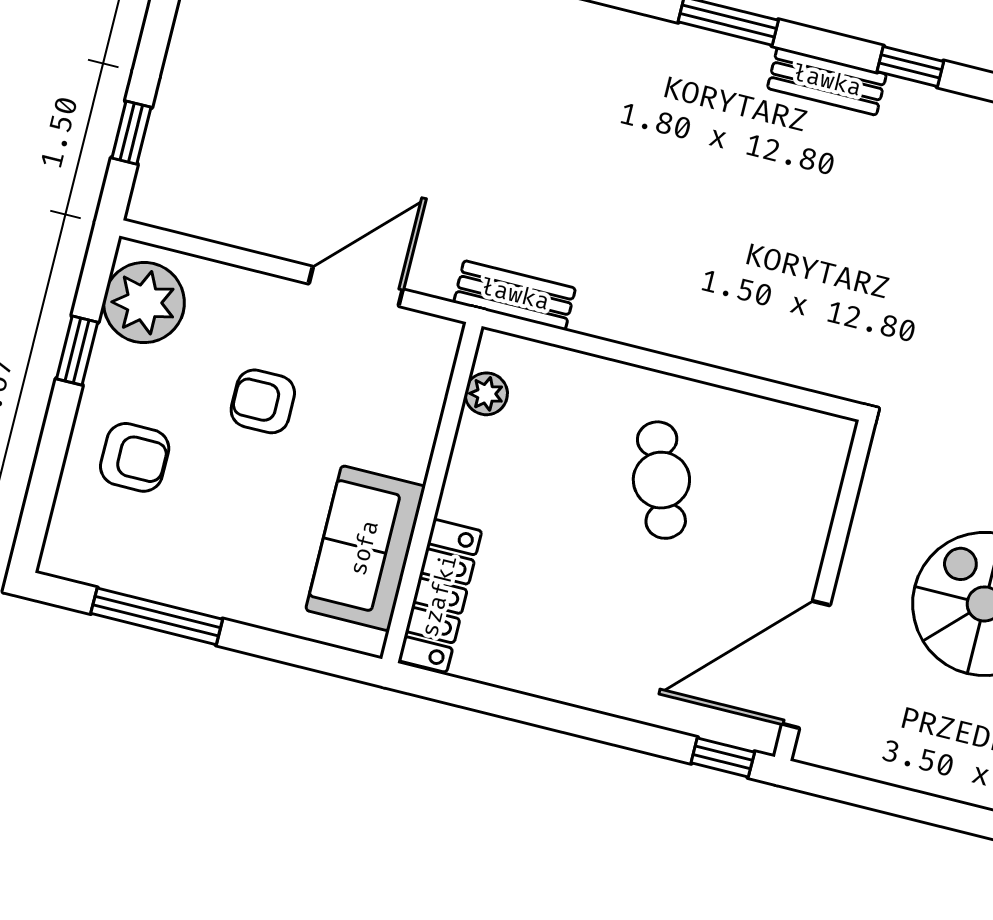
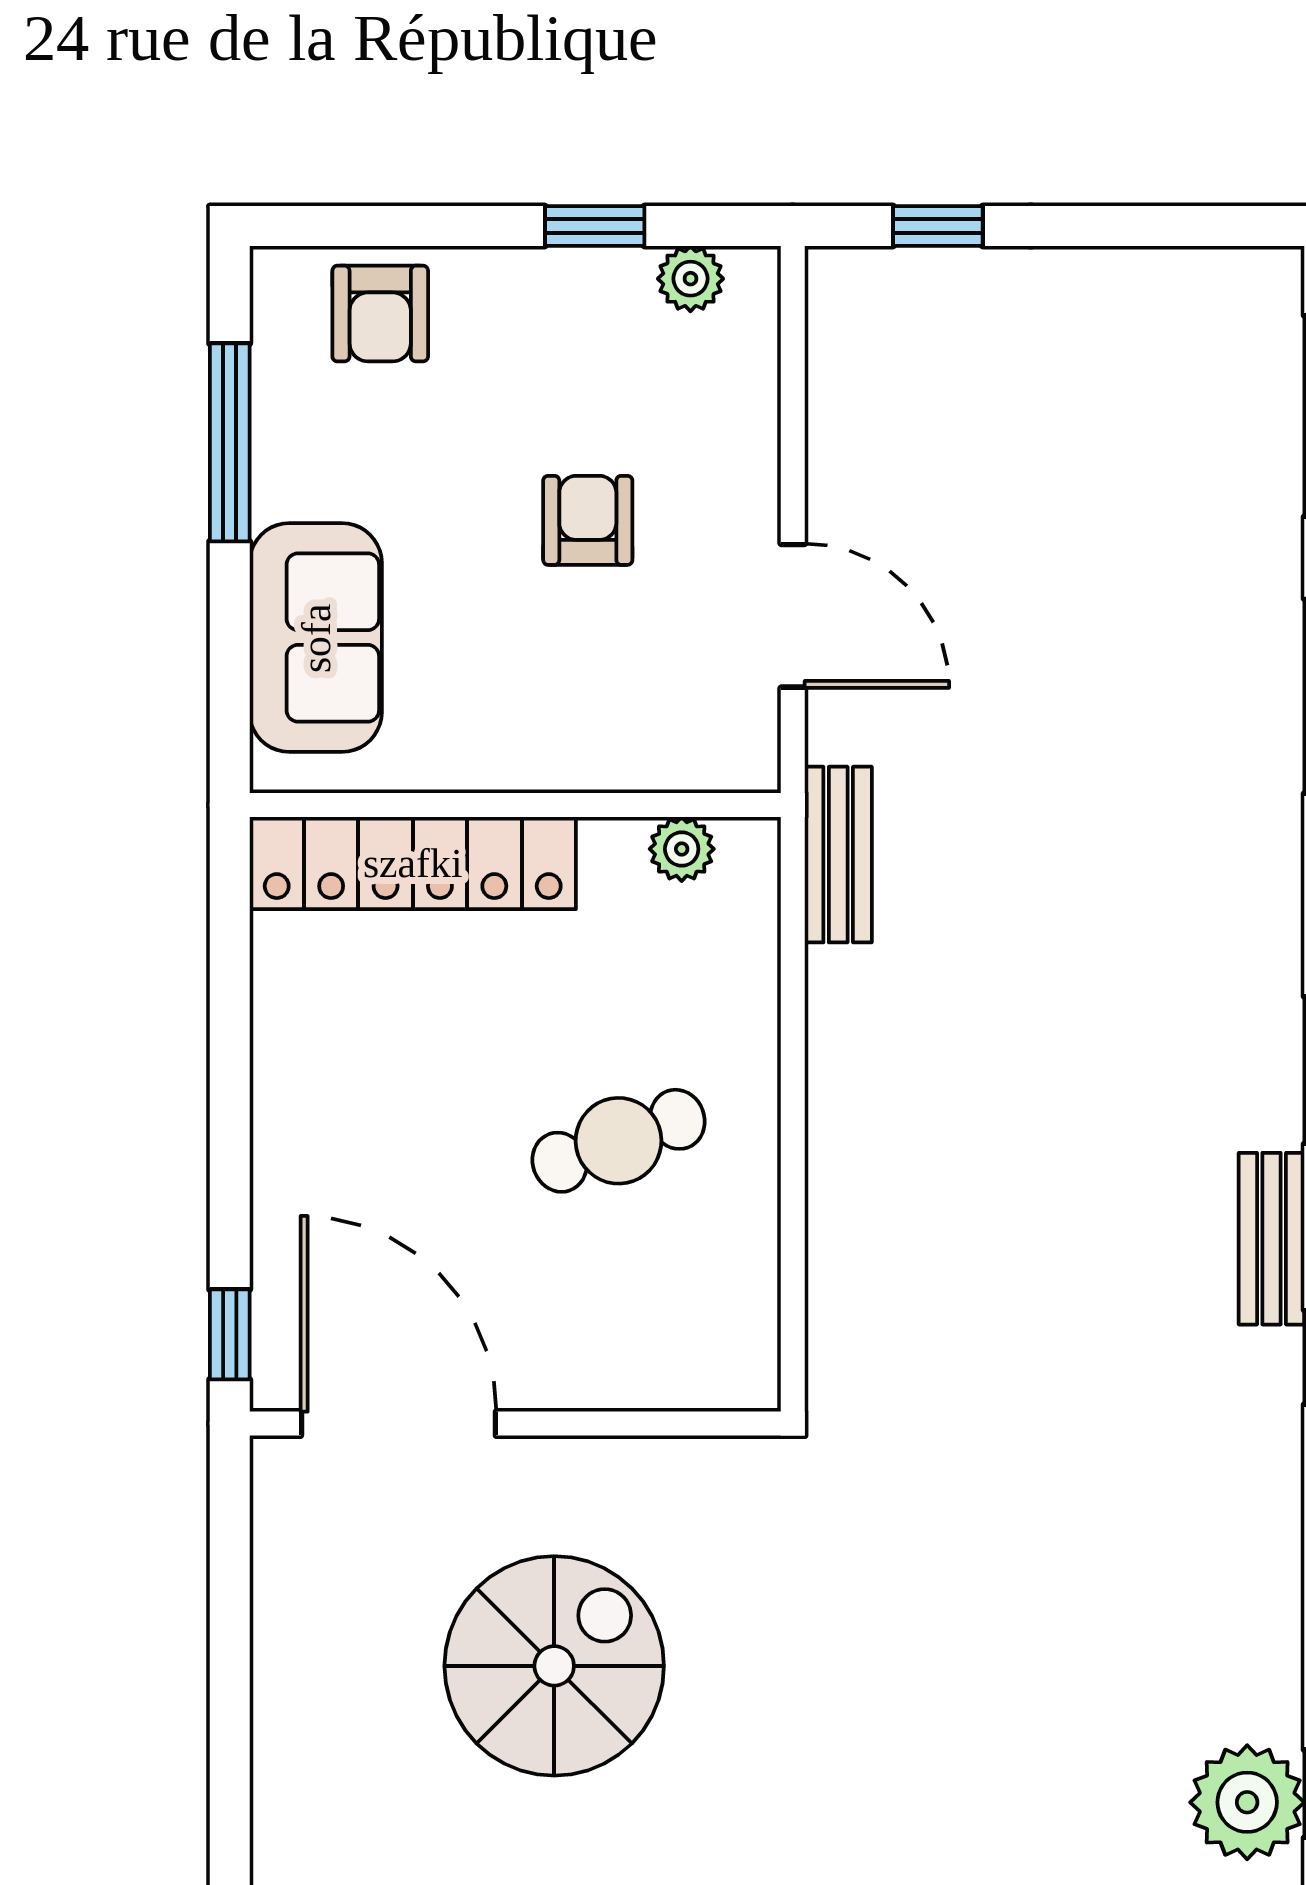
plant: (144, 303) -> (690, 279), width x0.53, depth x0.53
armchair: (135, 457) -> (380, 314), moved
sofa: (365, 548) -> (316, 638), moved, turned 90
locker: (440, 596) -> (413, 863), width x1.41, depth x1.21

